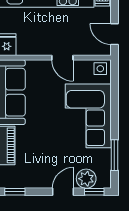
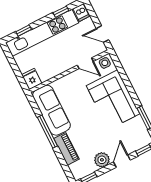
door: (62, 58) -> (85, 63), moved
plant: (86, 179) -> (102, 160), moved

